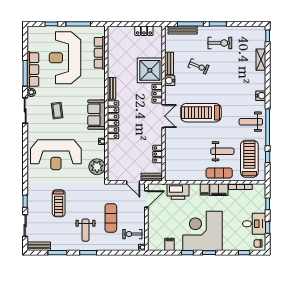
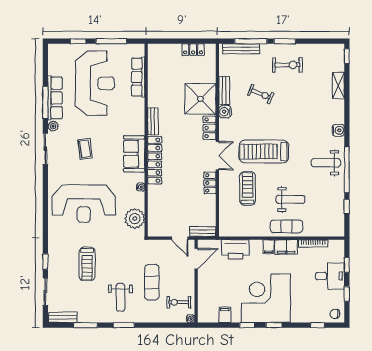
reception desk: (65, 58) -> (95, 83), turned 180
locker: (158, 154) -> (210, 183), moved
treadmill: (249, 159) -> (248, 189), moved, width x0.73, depth x0.73
desk: (254, 224) -> (330, 276), moved

